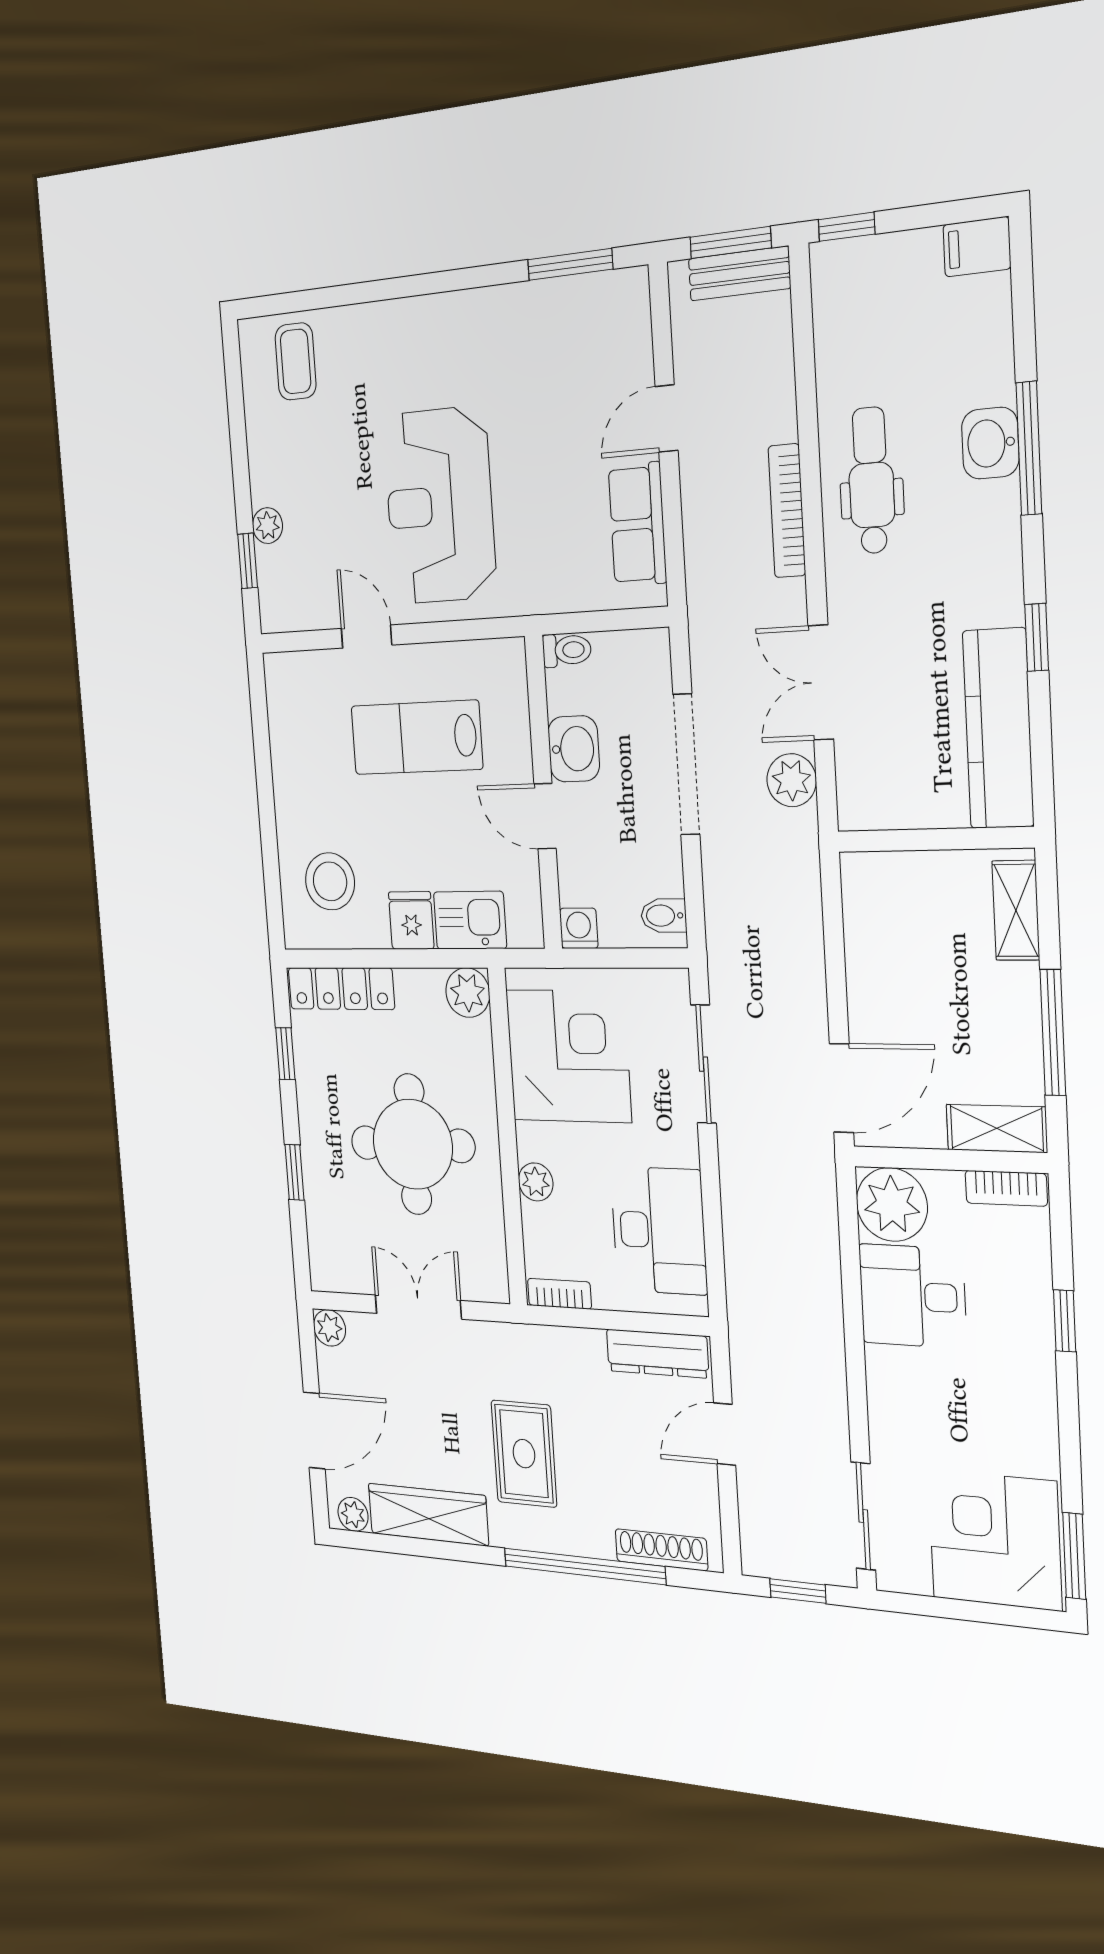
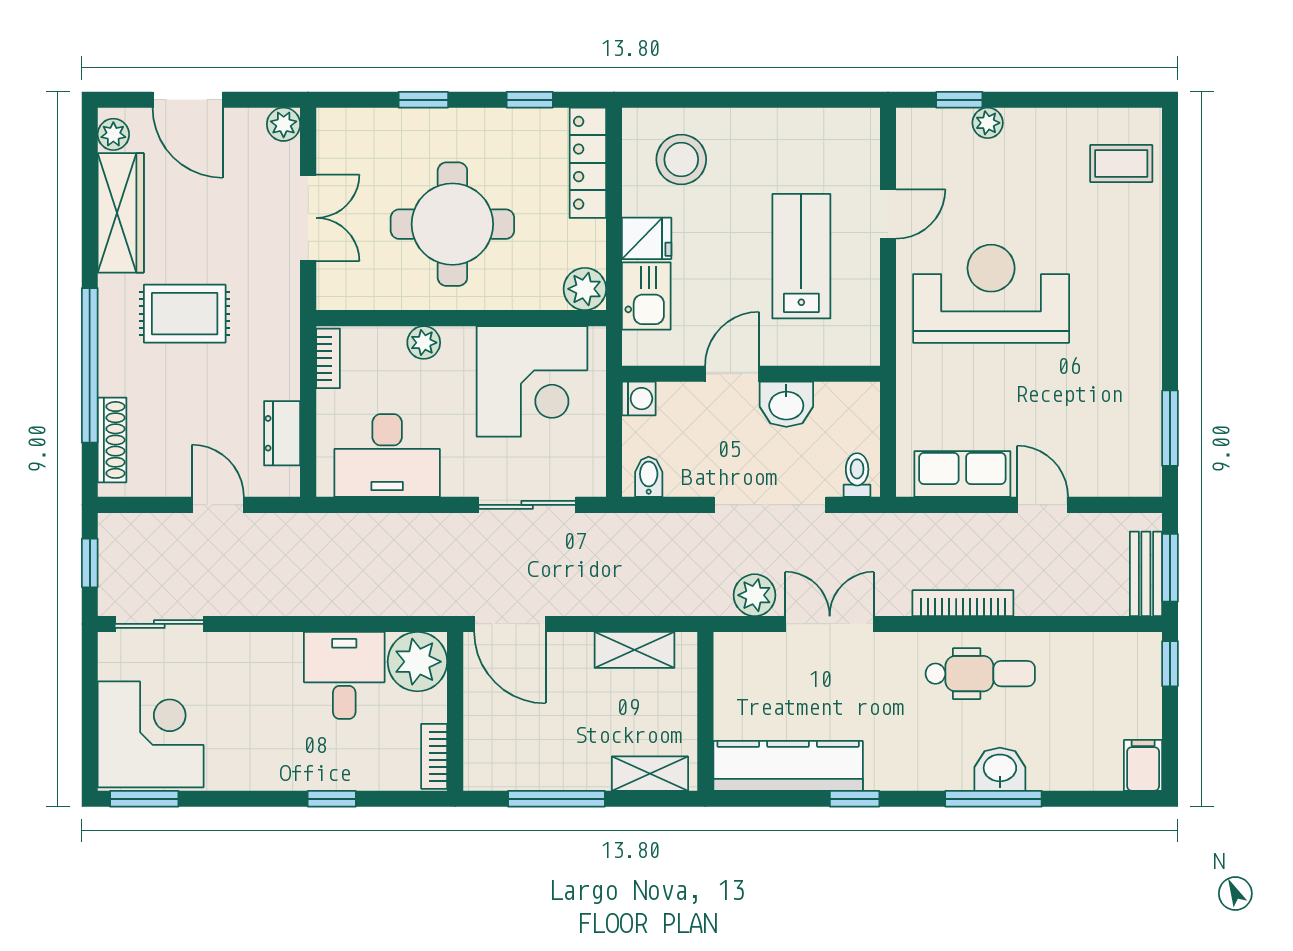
toilet: (567, 650) -> (857, 475), moved, turned 180
shelving: (997, 1128) -> (634, 650), moved, turned 90
dresser: (657, 1354) -> (282, 433), width x0.70

